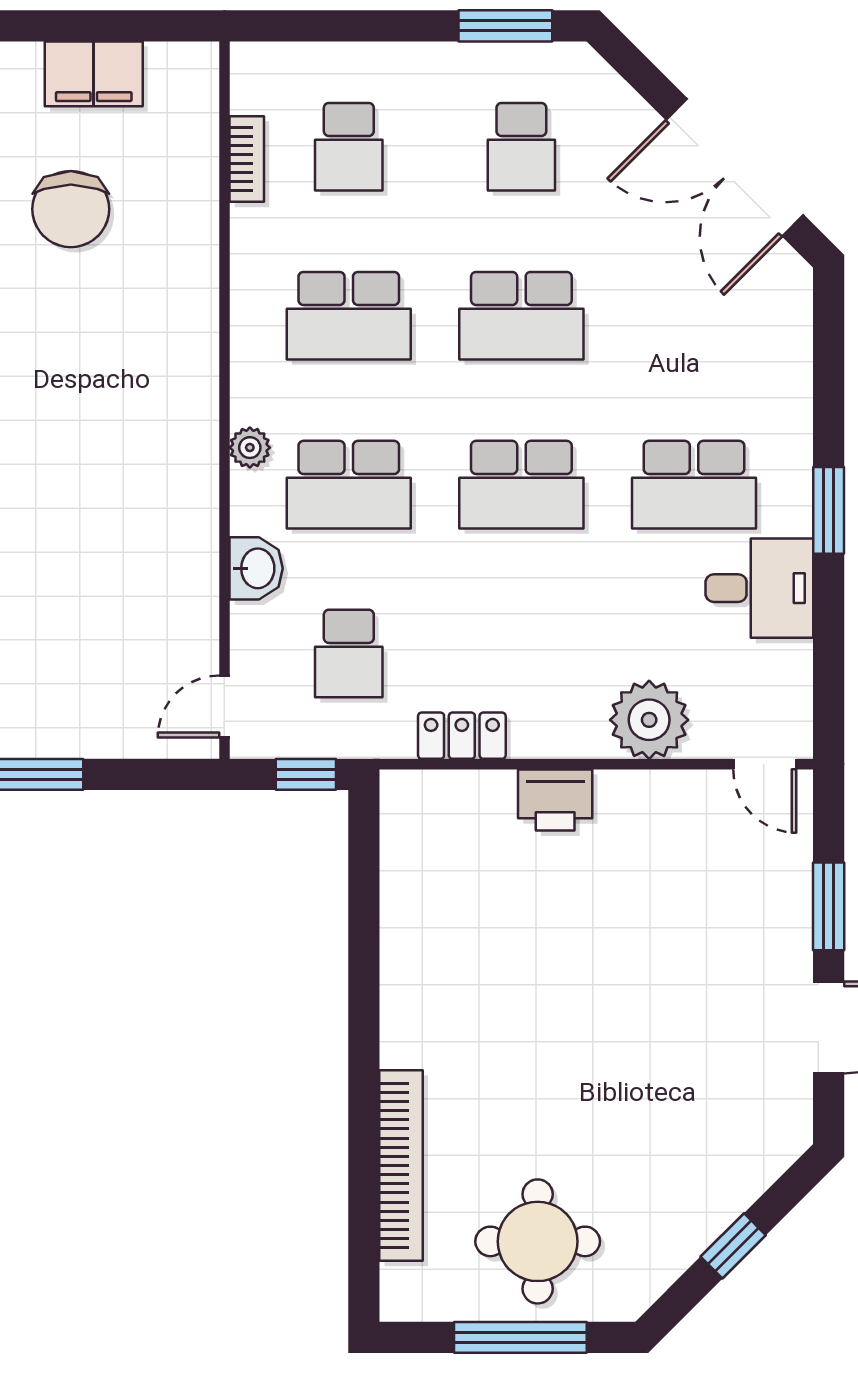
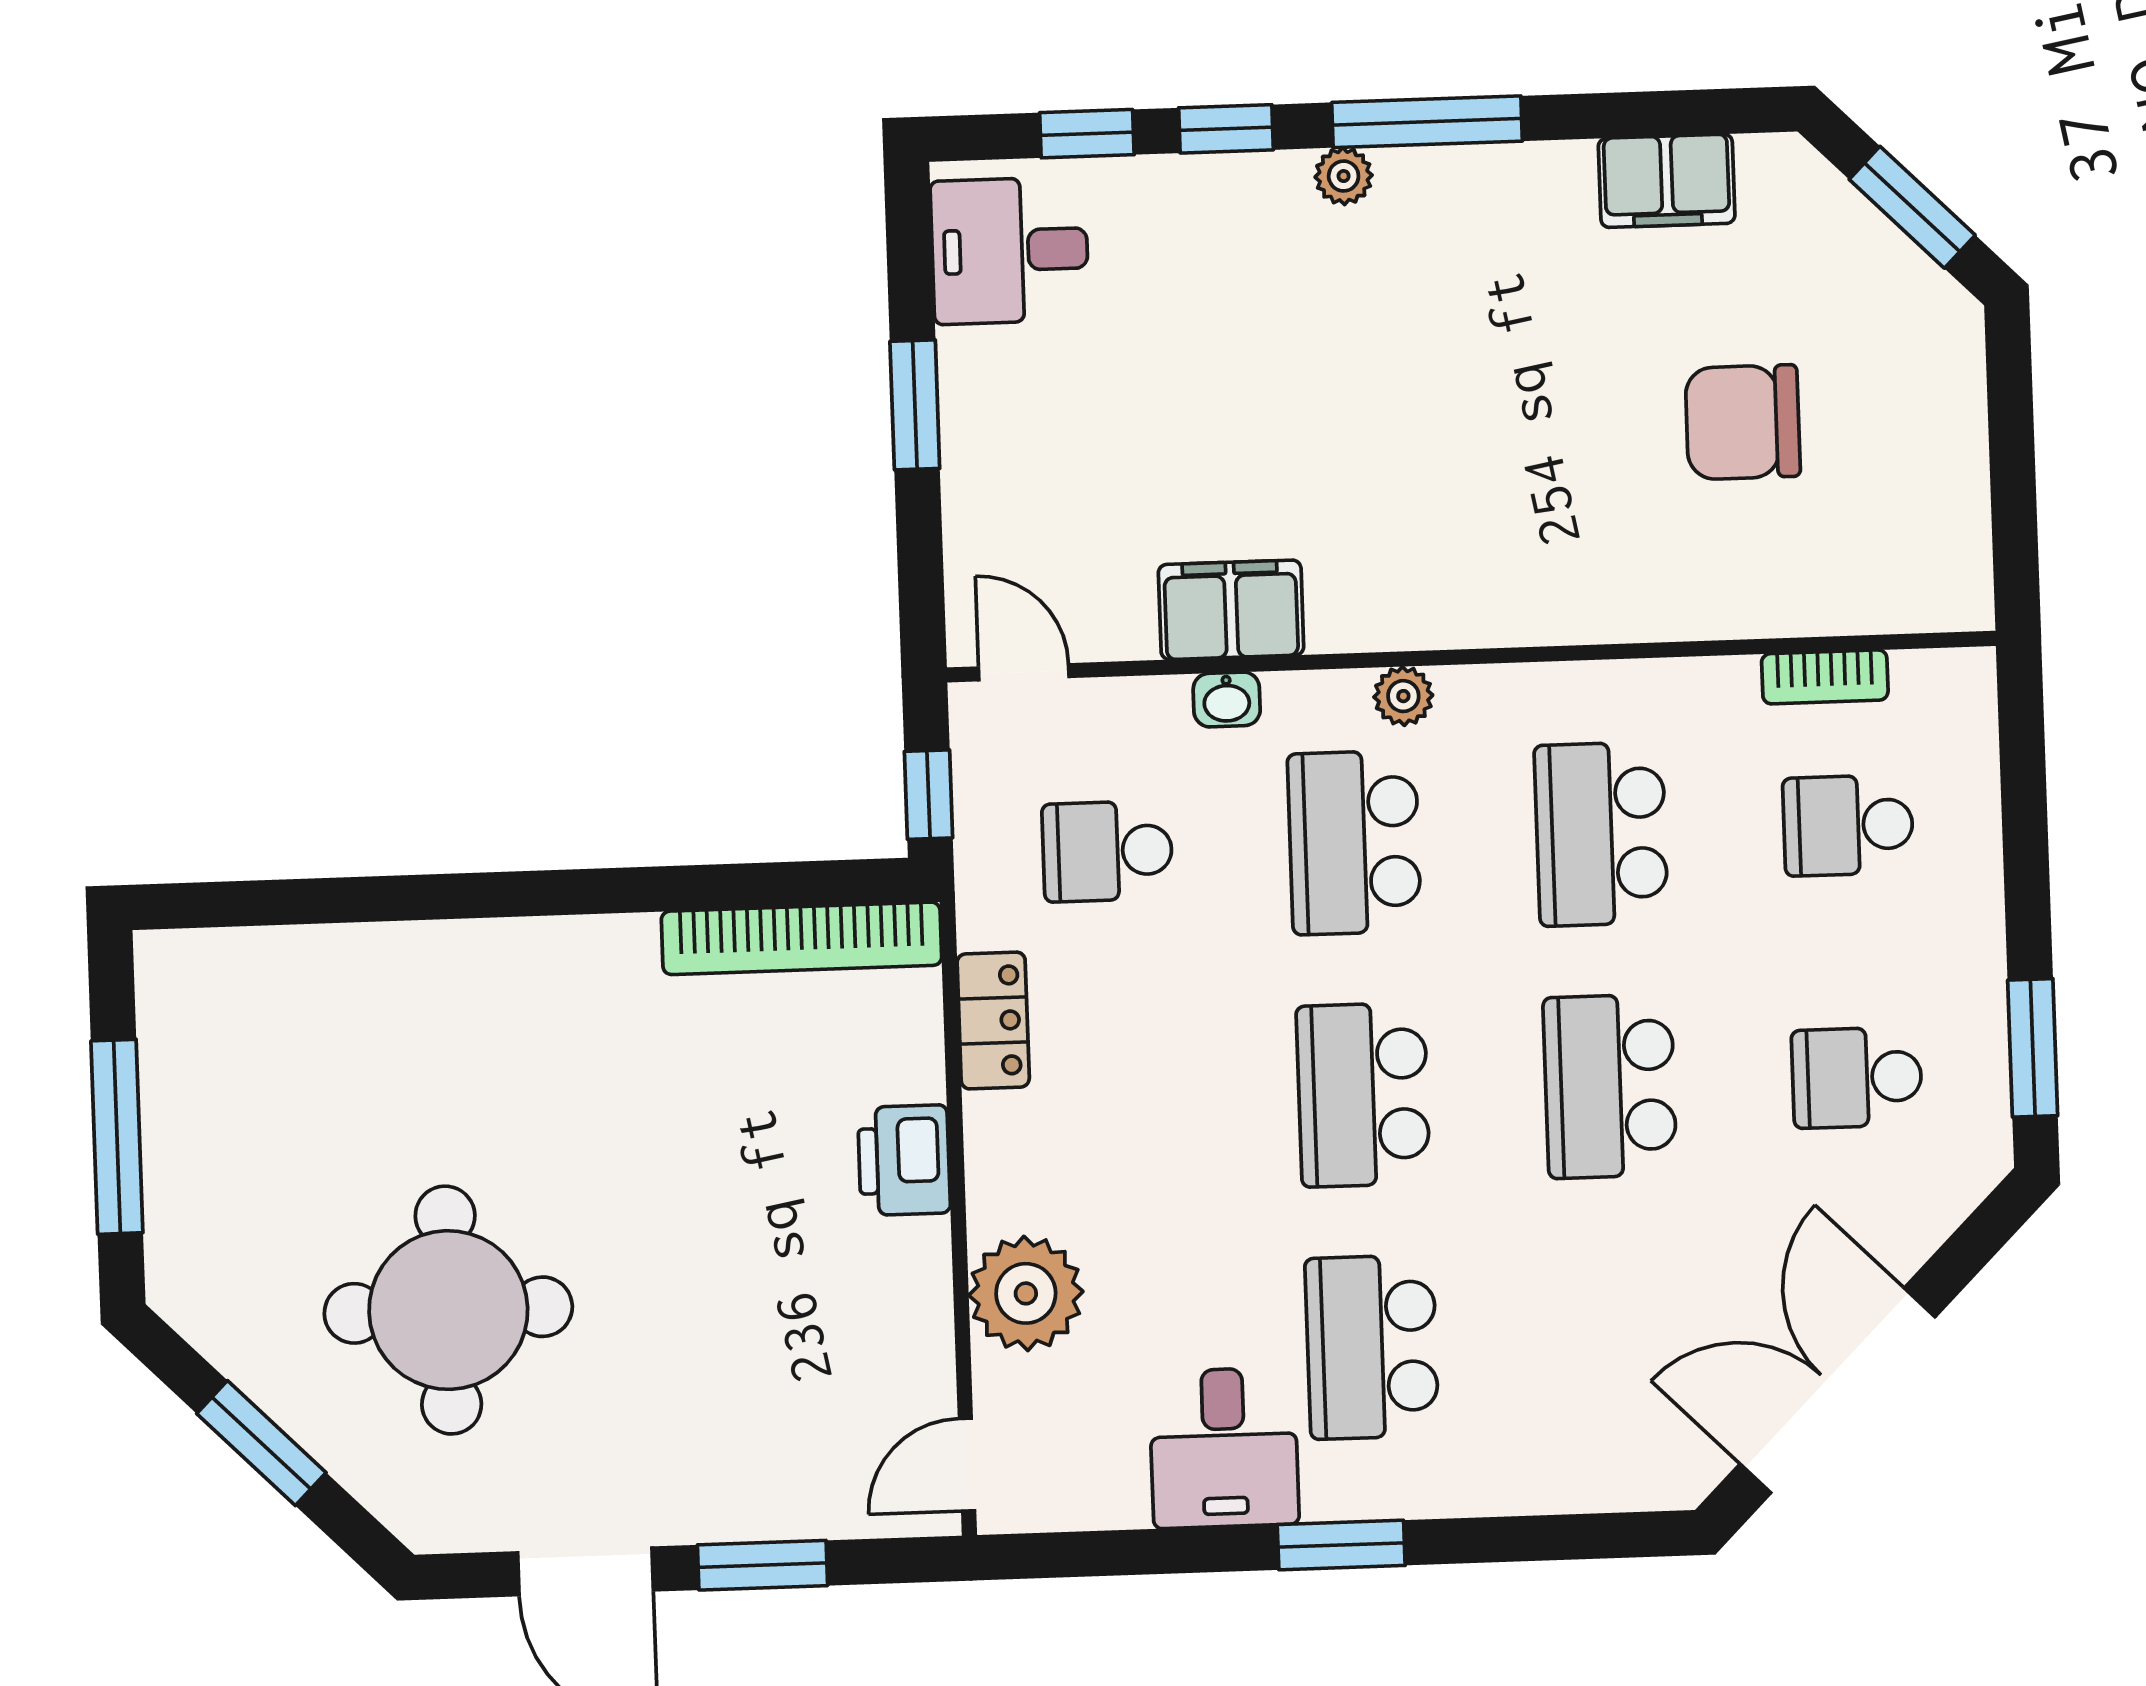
filing cabinet: (94, 74) -> (1231, 610), moved, turned 90
washbasin: (256, 568) -> (1227, 700), width x0.72, depth x0.69
bookcase: (401, 1166) -> (801, 938), moved
round table: (538, 1241) -> (448, 1310), moved, width x1.36, depth x1.36
window: (733, 1246) -> (261, 1443), width x1.50

